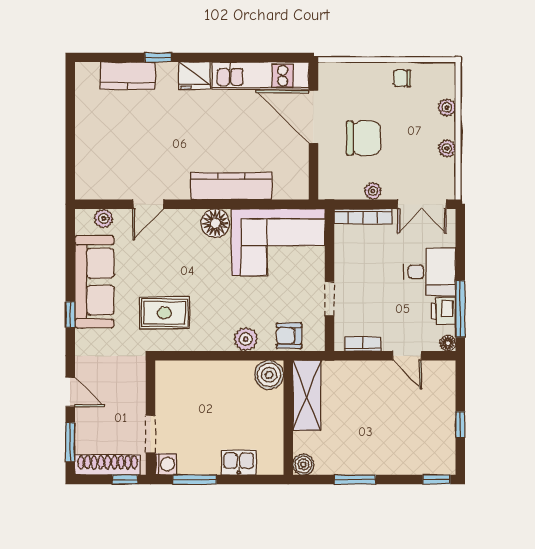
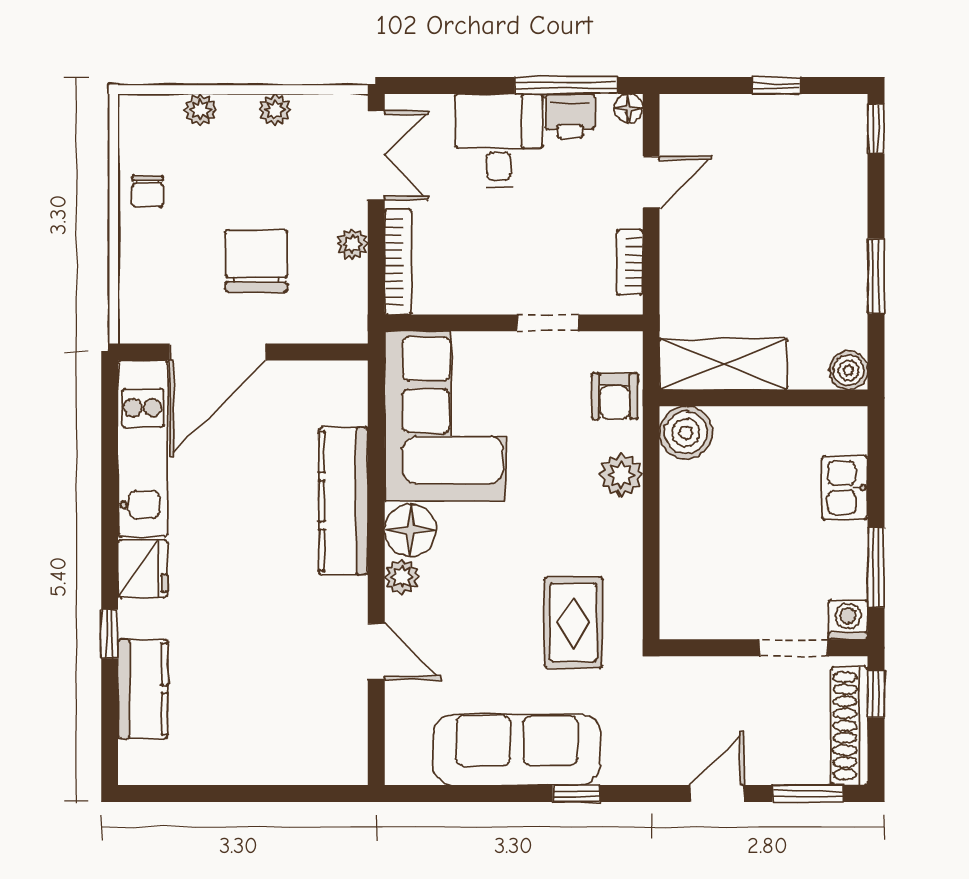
plant: (104, 218) -> (402, 577), moved

